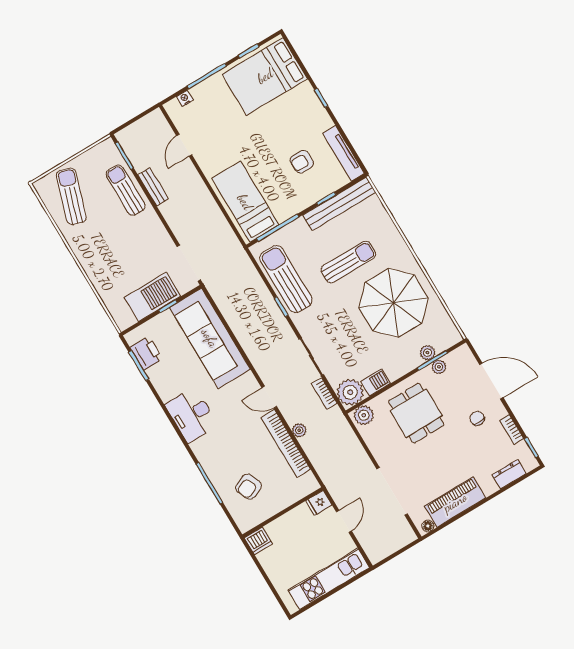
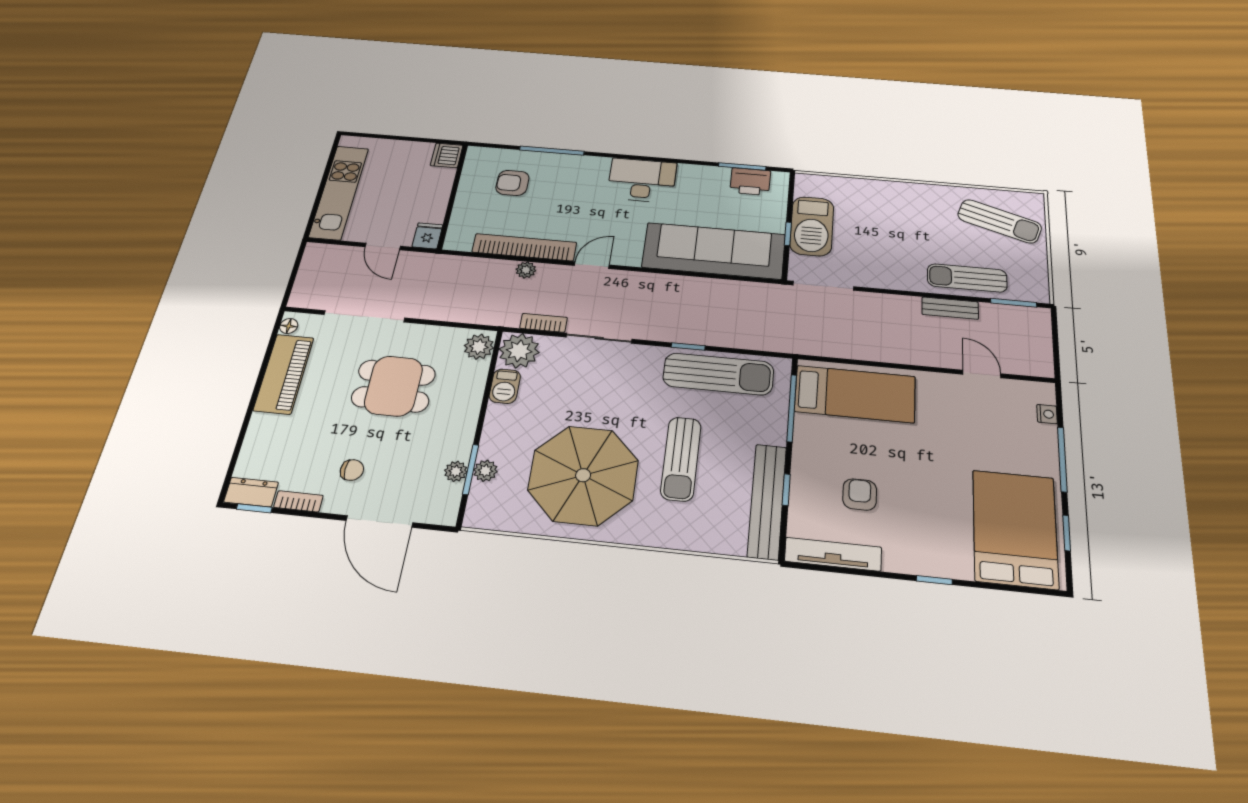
sun lounger: (126, 190) -> (967, 278), turned 180
door: (491, 381) -> (379, 522), hinge flipped
dining table: (416, 413) -> (393, 386), moved
dresser: (509, 474) -> (251, 492), moved, turned -90
armchair: (249, 487) -> (512, 183), turned -68

